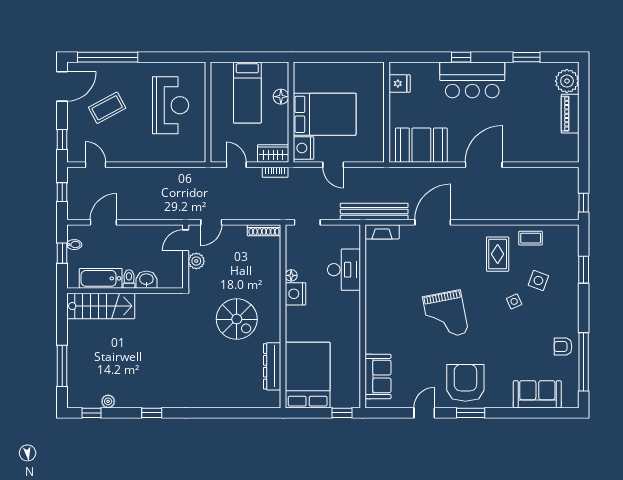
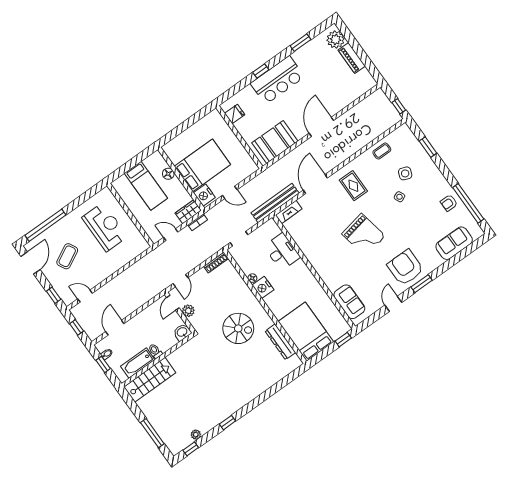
rug: (498, 254) -> (353, 186), moved
washbasin: (146, 280) -> (182, 332), moved

